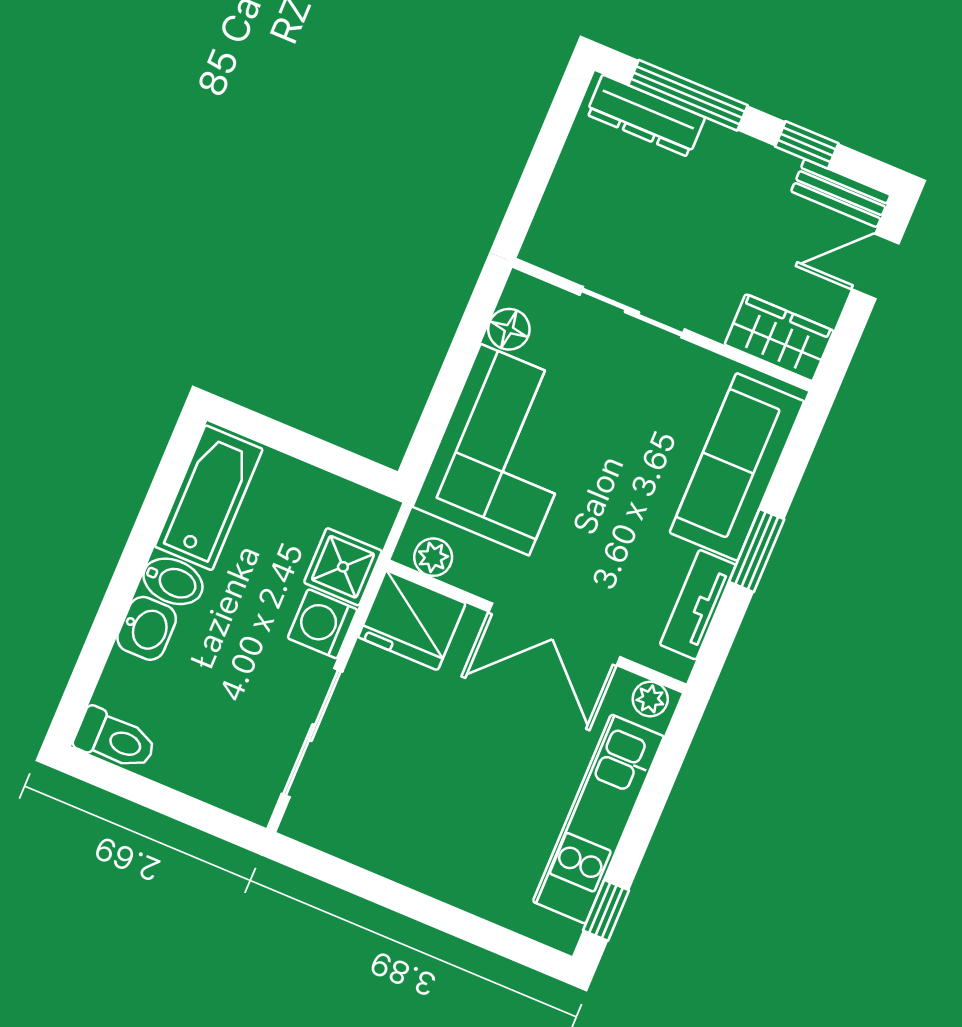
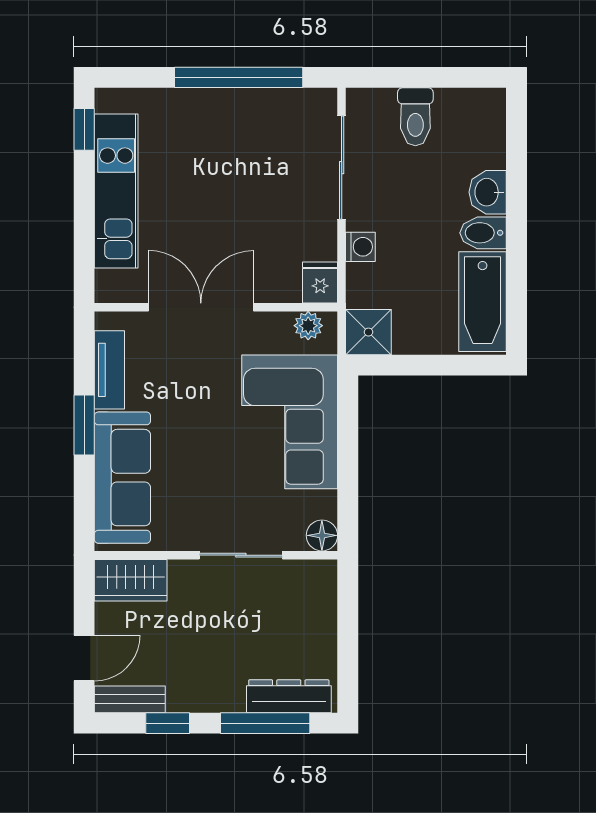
floor lamp: (509, 329) -> (322, 535), moved
shower: (343, 567) -> (368, 332), moved
fridge: (412, 620) -> (320, 282), width x0.53, depth x0.75
washing machine: (323, 624) -> (360, 247), width x0.73, depth x0.73
plant: (650, 699) -> (115, 290), removed
toilet: (115, 740) -> (415, 117), moved, turned -90
window: (392, 895) -> (239, 77), added

